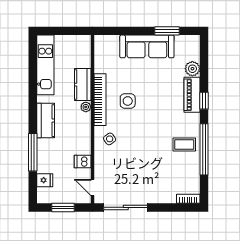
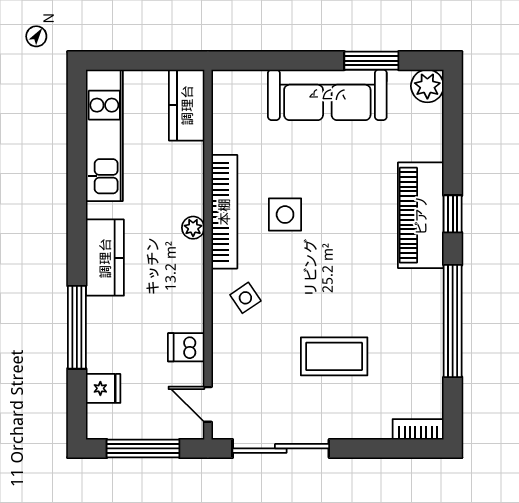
plant: (192, 69) -> (427, 86), moved
kitchen counter: (83, 85) -> (187, 105), moved
piano: (192, 95) -> (421, 215), width x1.37, depth x1.33
coffee table: (184, 145) -> (334, 356), moved, width x1.36, depth x1.30
window: (63, 207) -> (143, 448), width x1.44

